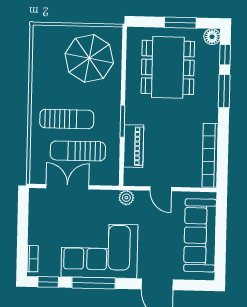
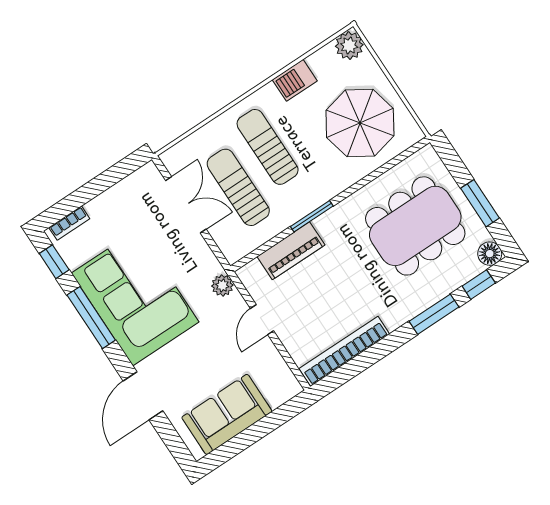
plant: (42, 34) -> (349, 46), added
barbecue: (40, 78) -> (295, 80), added
sun lounger: (67, 119) -> (268, 147), turned 180
sofa: (200, 235) -> (227, 414), width x0.73

